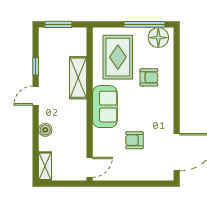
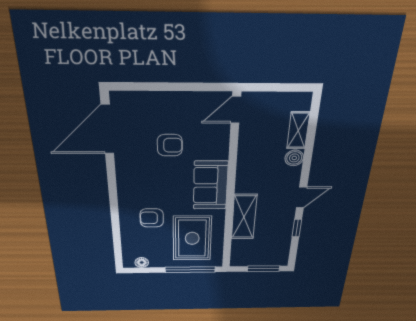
window: (144, 24) -> (190, 270), moved
floor lamp: (158, 38) -> (142, 262), width x0.53, depth x0.53
shelving: (45, 166) -> (298, 130), moved

